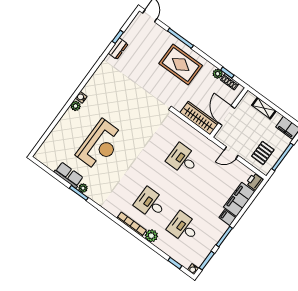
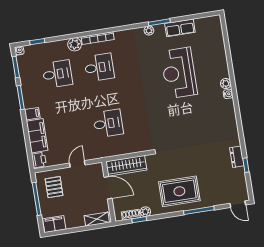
shelving: (264, 108) -> (97, 219), moved
plant: (83, 188) -> (149, 31), moved

